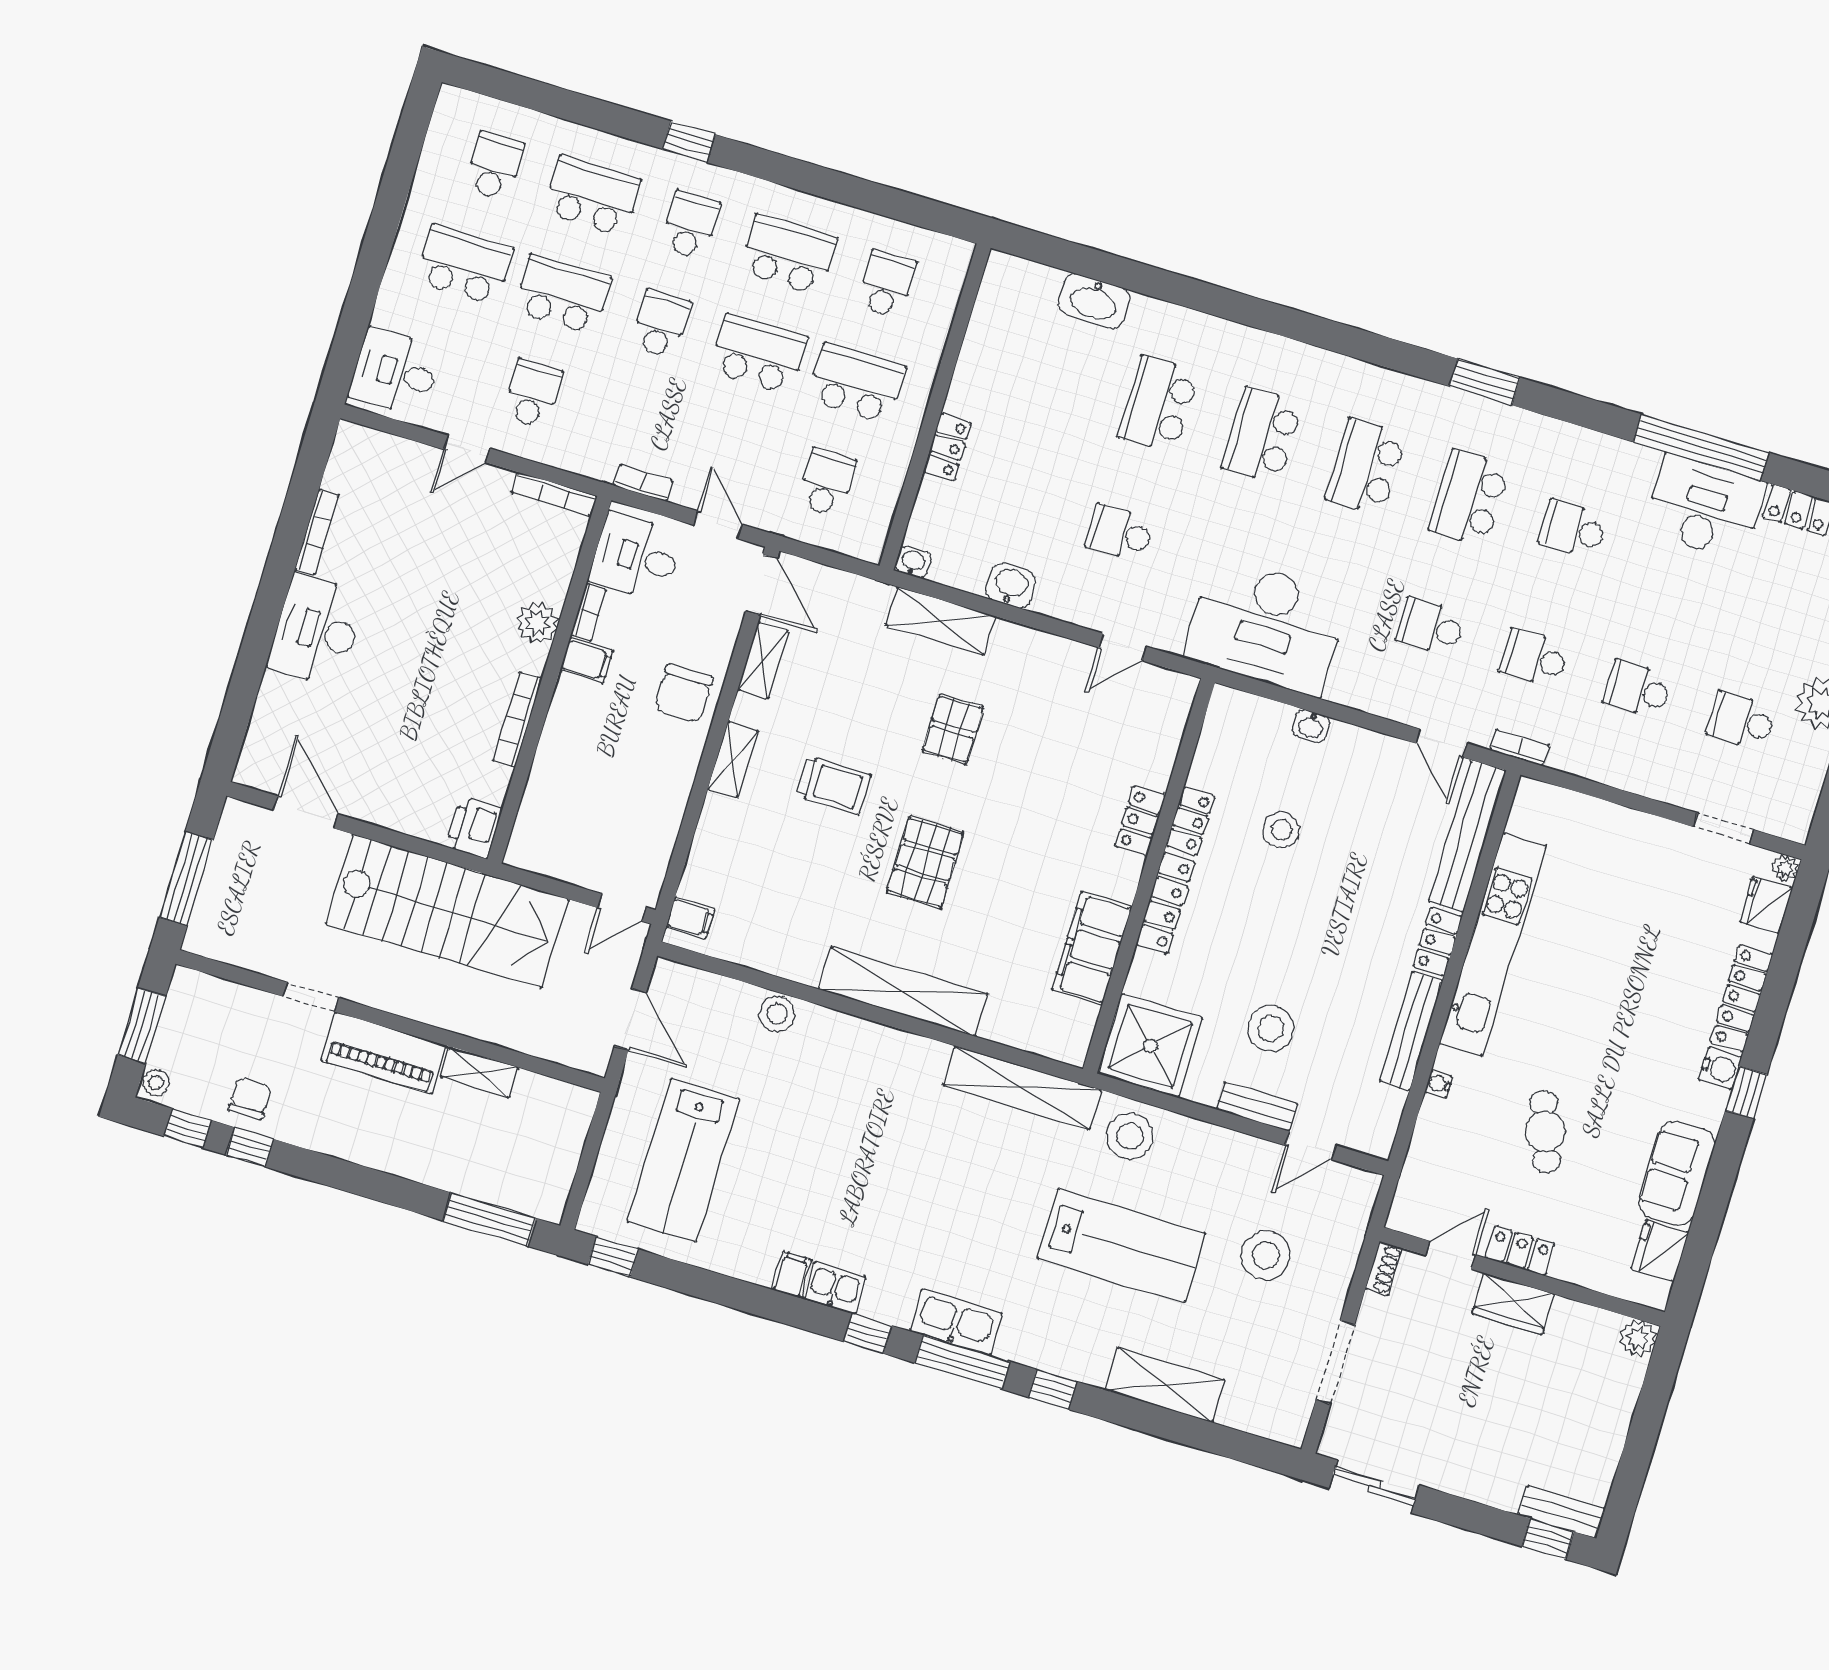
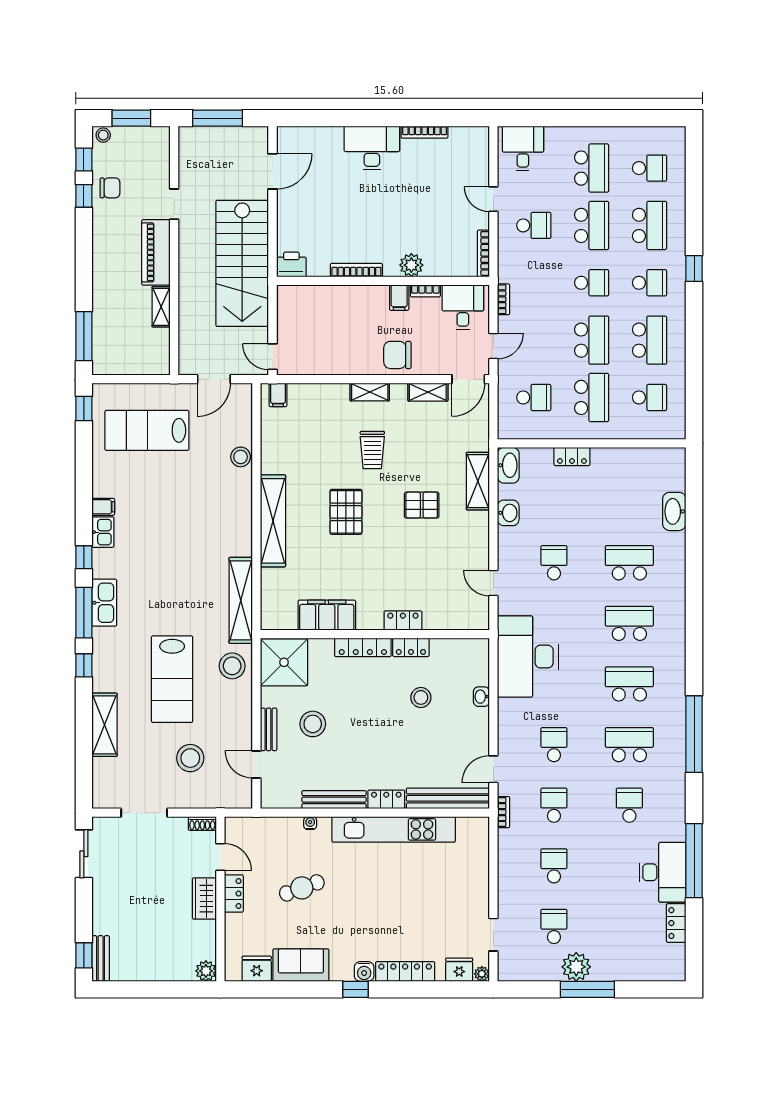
window: (1485, 382) -> (694, 734), width x2.11
washbasin: (913, 562) -> (508, 465), width x1.91, depth x1.45
pallet: (925, 862) -> (346, 512), turned 90

